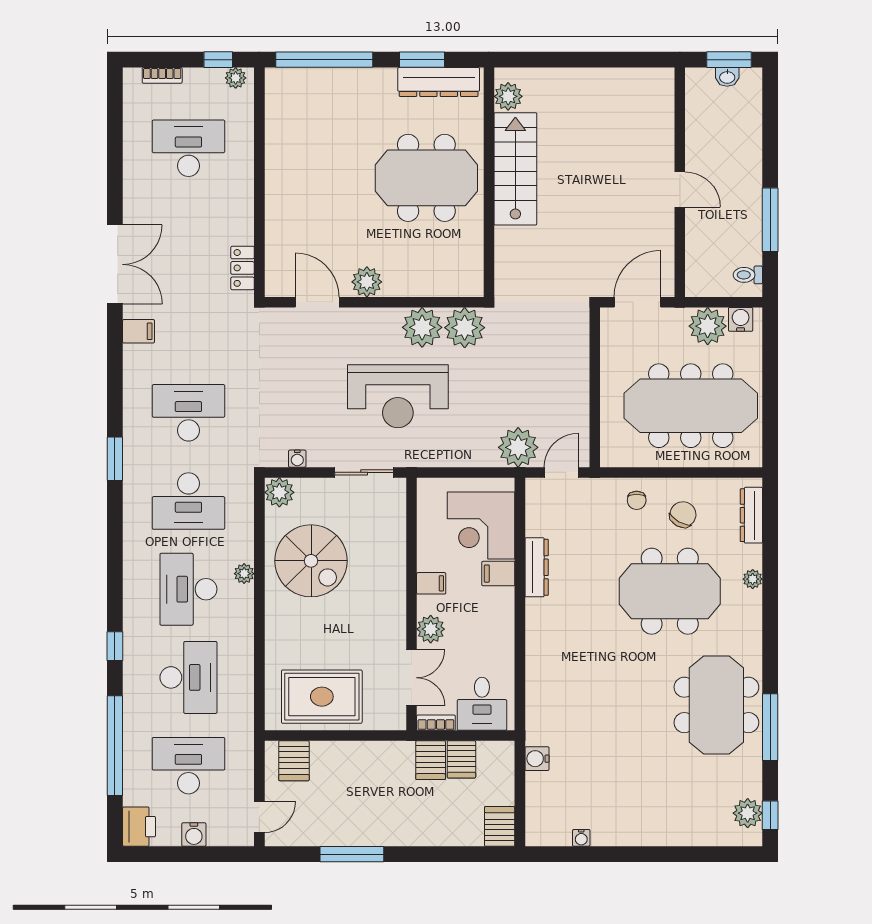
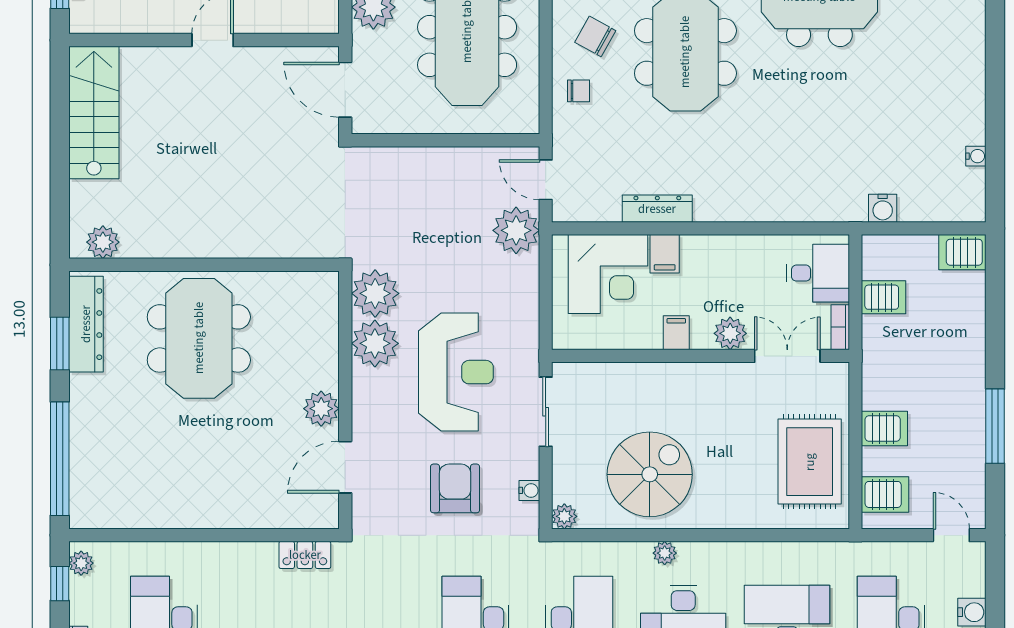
stairs: (515, 169) -> (94, 112), moved, turned 90
armchair: (299, 396) -> (455, 488), added
plant: (279, 492) -> (564, 516), width x0.73, depth x0.73
server rack: (431, 760) -> (884, 429), moved

